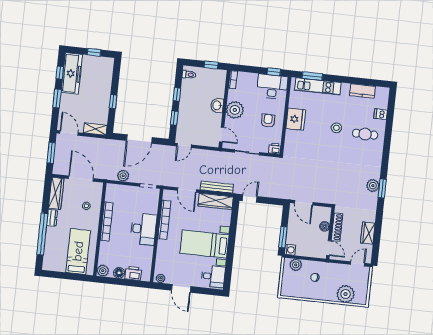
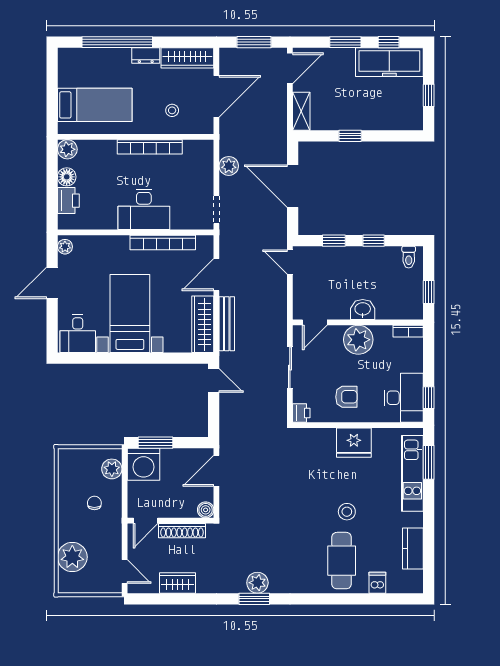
cafe table: (365, 134) -> (342, 561), width x1.37, depth x1.35
boiler: (325, 226) -> (206, 510), moved
washing machine: (290, 250) -> (144, 464), width x1.89, depth x1.89

